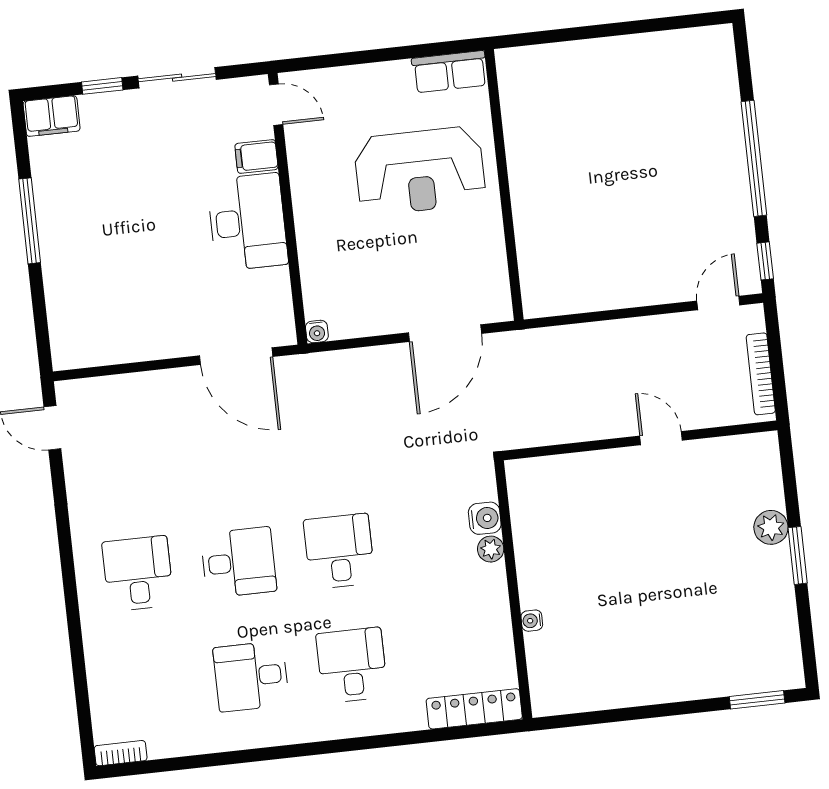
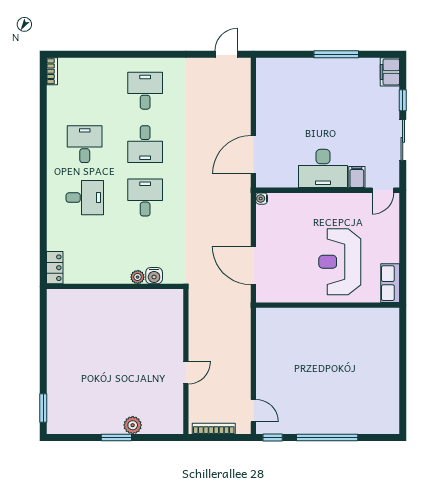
desk: (339, 551) -> (145, 198), turned -90
desk: (138, 573) -> (145, 91), turned -90
water cooler: (532, 621) -> (98, 294), removed
locker: (474, 709) -> (55, 268), width x0.66

